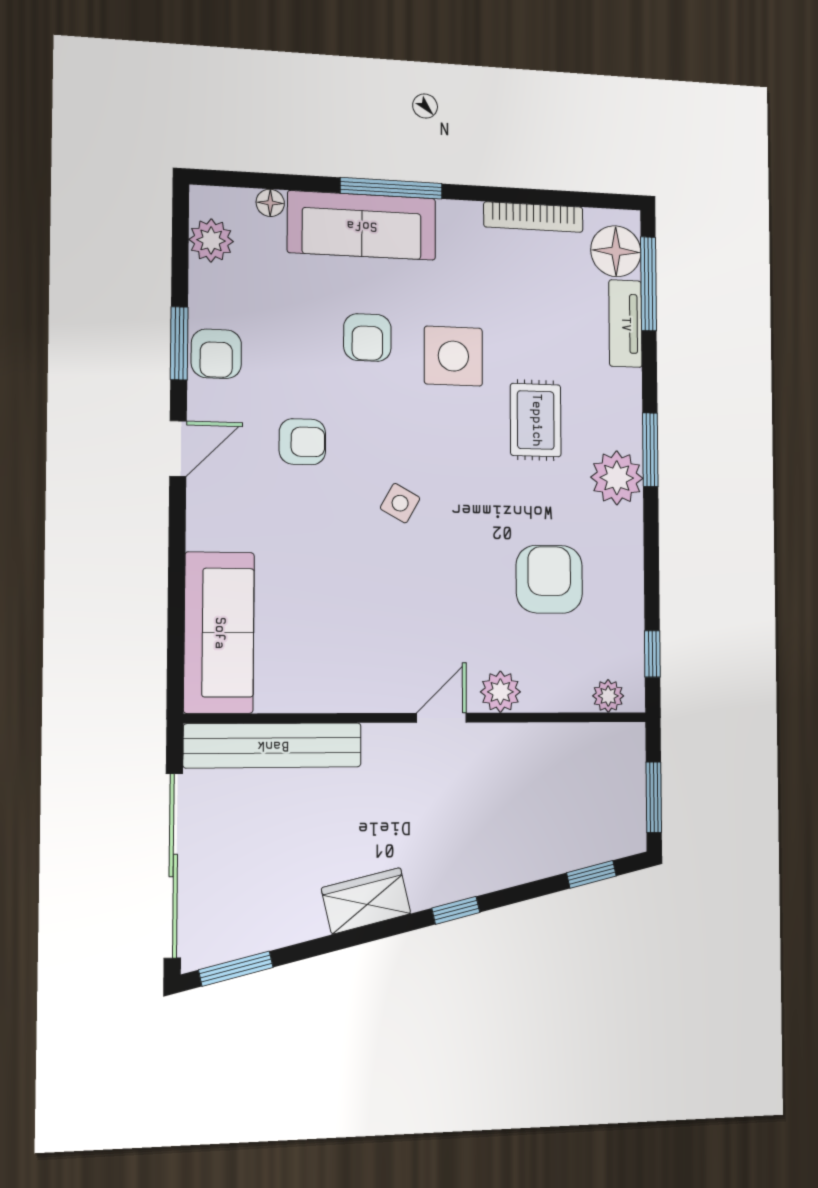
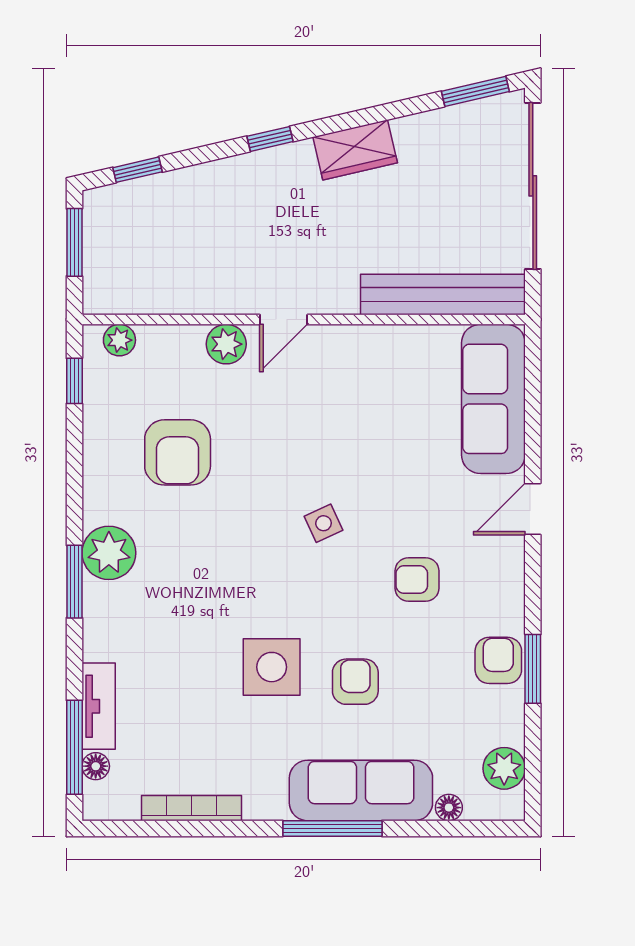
floor lamp: (616, 251) -> (96, 766), width x0.53, depth x0.53
rug: (536, 420) -> (190, 607), removed
door: (178, 449) -> (533, 509), moved
side table: (400, 503) -> (324, 523), turned 36

